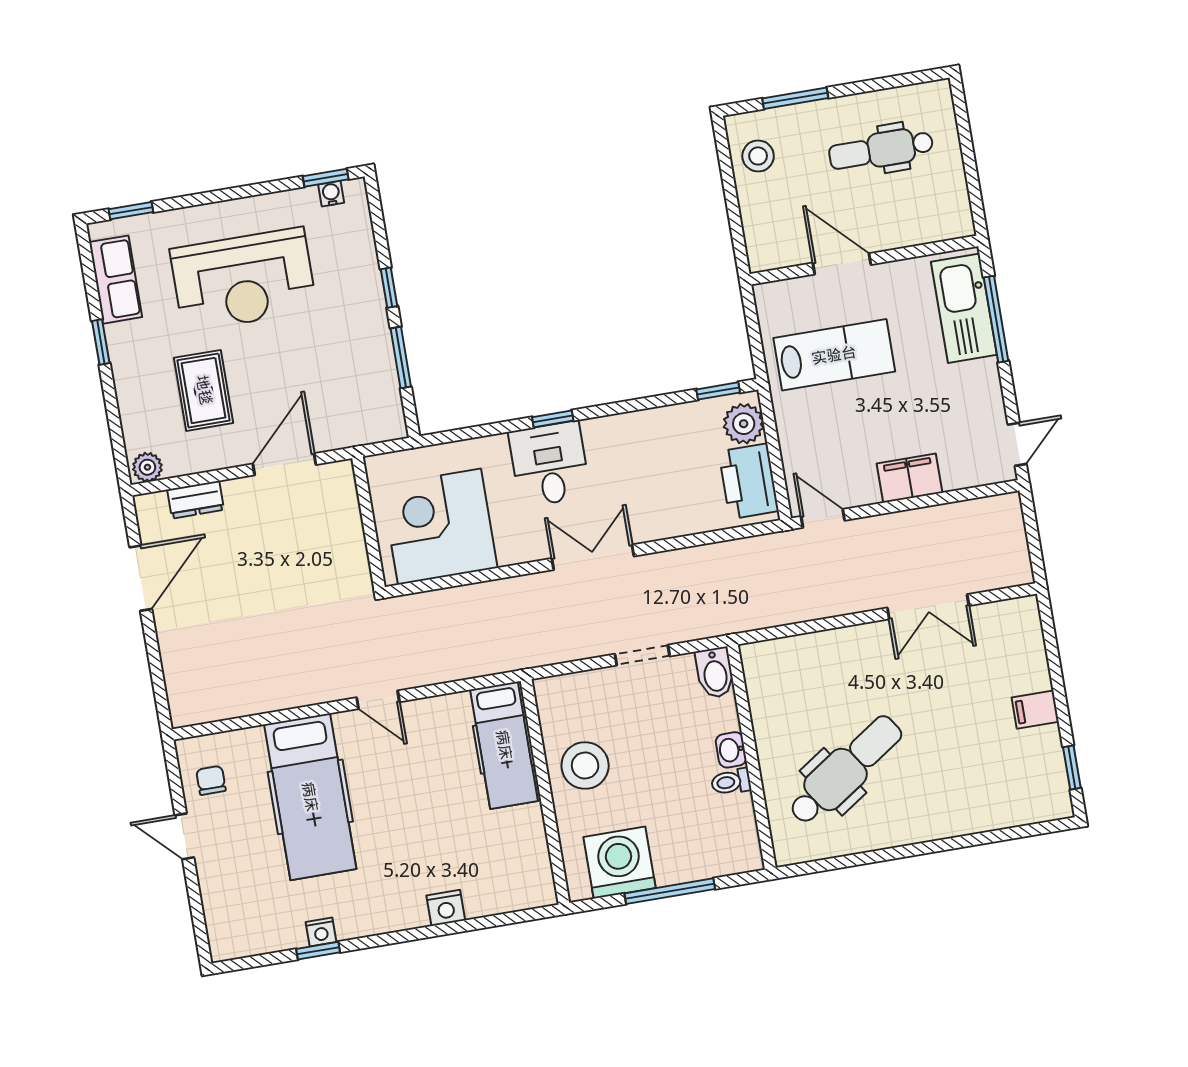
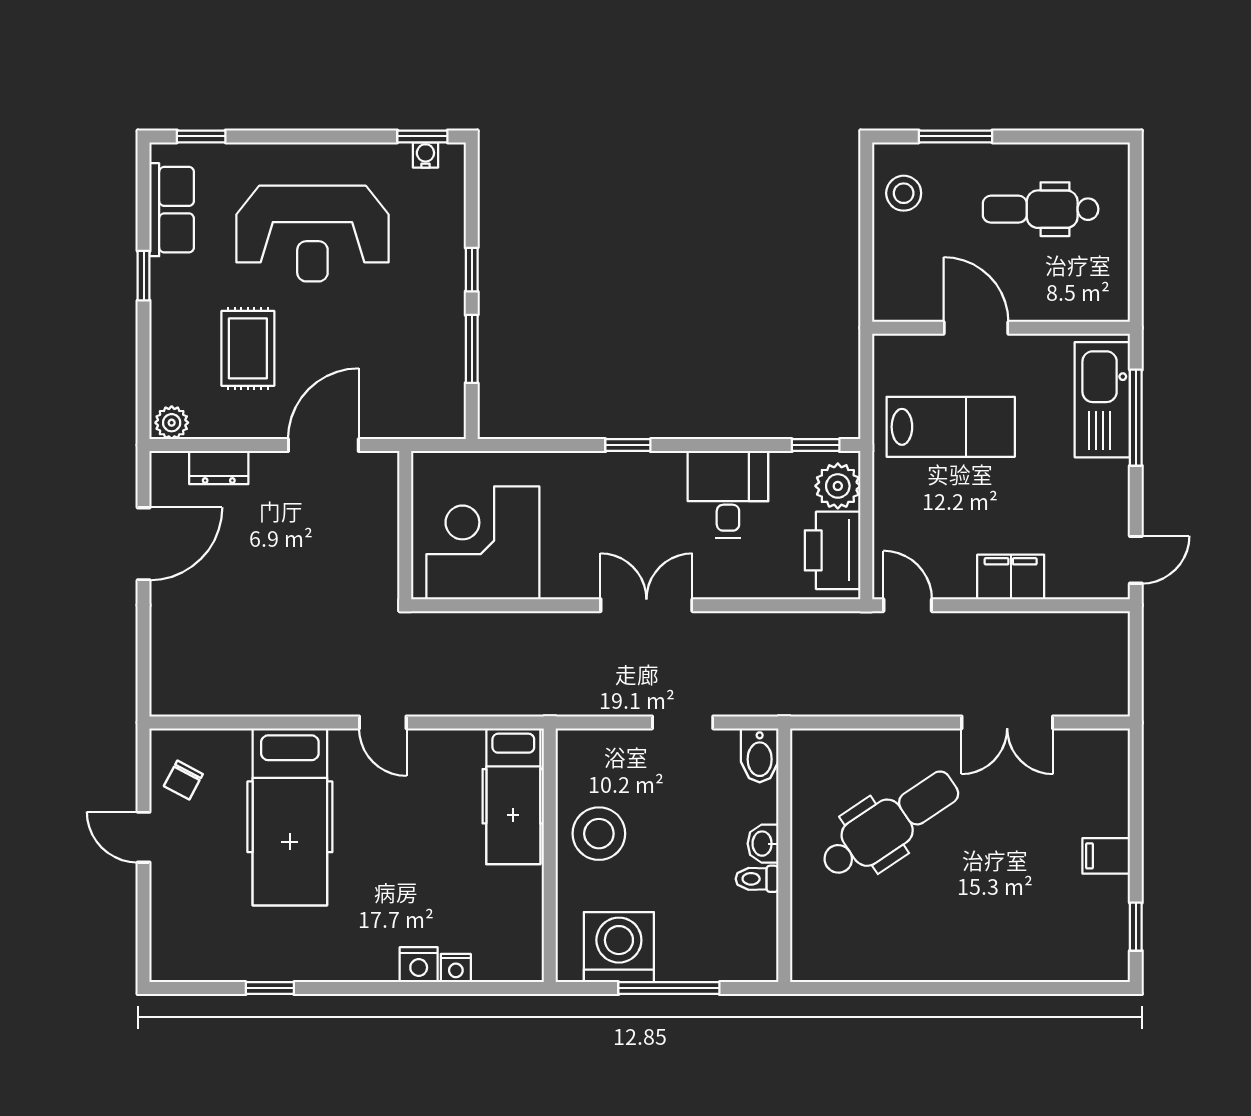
desk: (549, 464) -> (728, 494), moved
dental chair: (845, 770) -> (890, 824), moved
chair: (211, 780) -> (183, 780), turned -152
nightstand: (321, 932) -> (456, 968), moved

